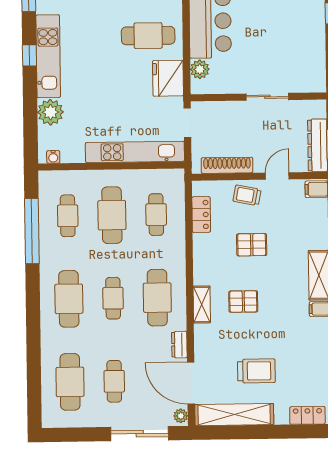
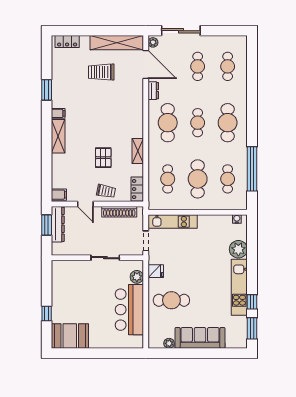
window: (29, 55) -> (252, 302), moved
fridge: (168, 78) -> (156, 271), width x0.53, depth x0.75
sliding door: (267, 97) -> (105, 258), moved
kitchen unit: (135, 152) -> (173, 222), width x0.73
door: (277, 176) -> (85, 204), hinge flipped
locker: (201, 215) -> (137, 189), moved
pallet: (252, 245) -> (103, 158), turned 90
pallet: (243, 301) -> (109, 119), removed
shelving: (202, 304) -> (138, 151), moved
cafe table: (70, 382) -> (228, 66), width x0.73, depth x0.74

